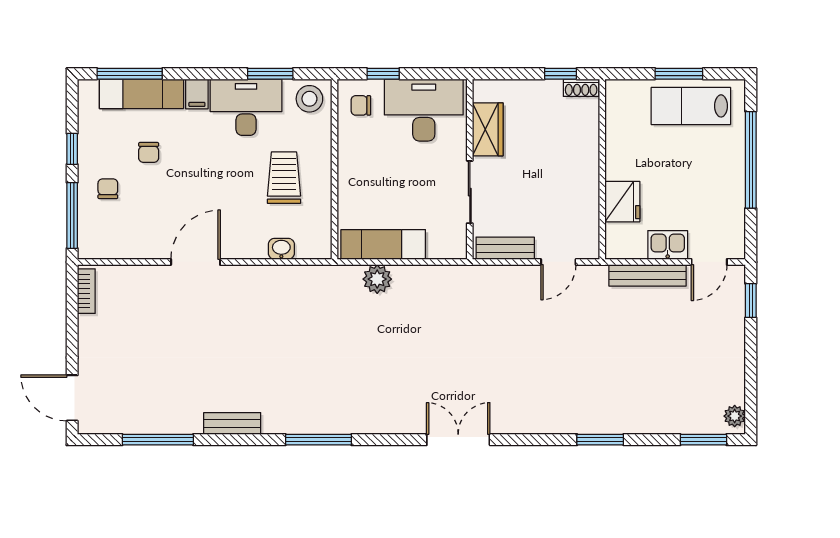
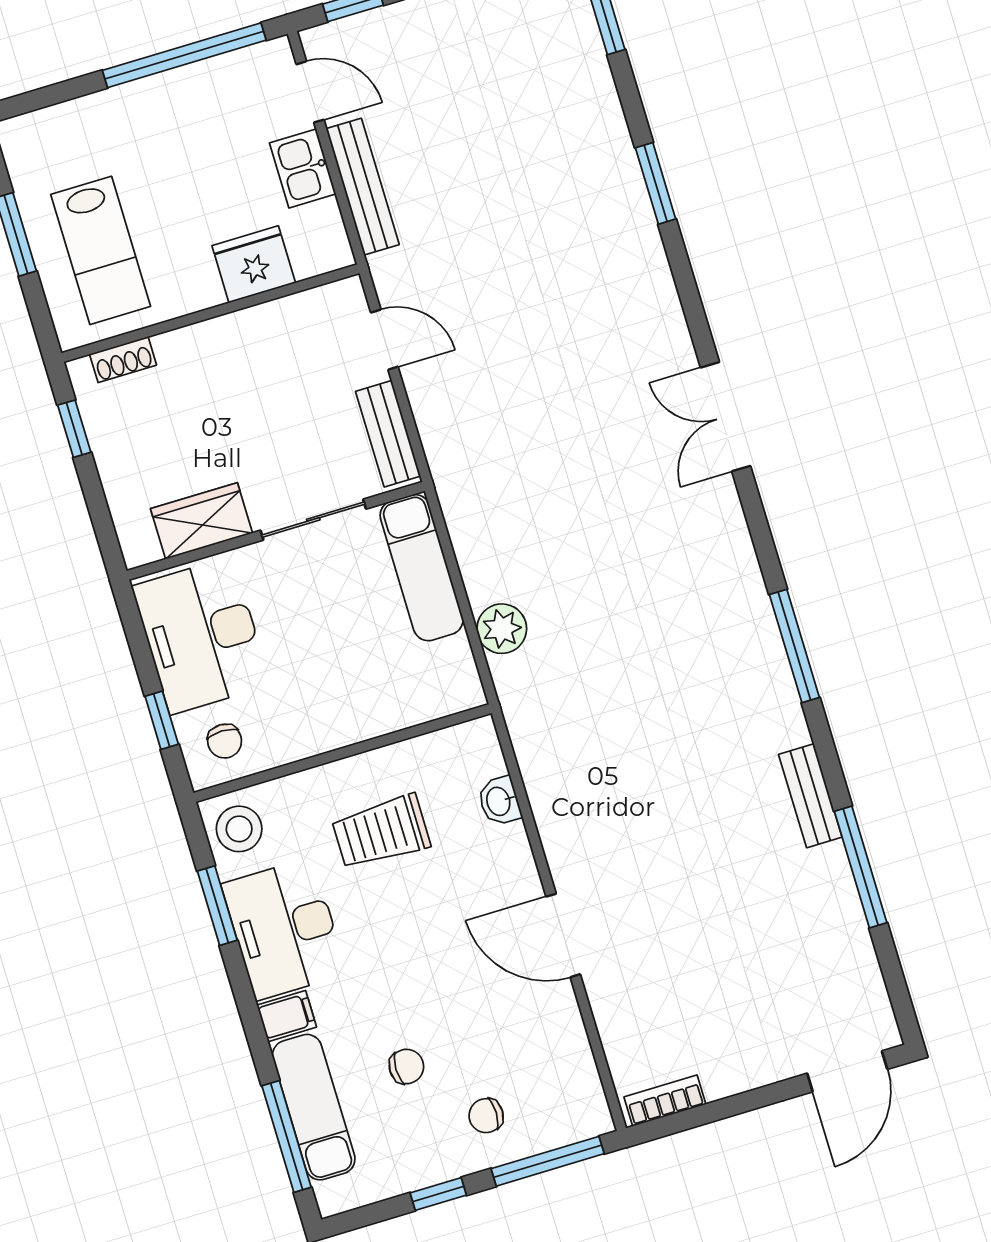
shoe rack: (581, 88) -> (123, 360), moved, turned 90
lab bench: (691, 106) -> (101, 250), moved
window: (751, 160) -> (184, 55), moved
exam couch: (383, 245) -> (422, 568), moved
window: (158, 440) -> (861, 867), moved

